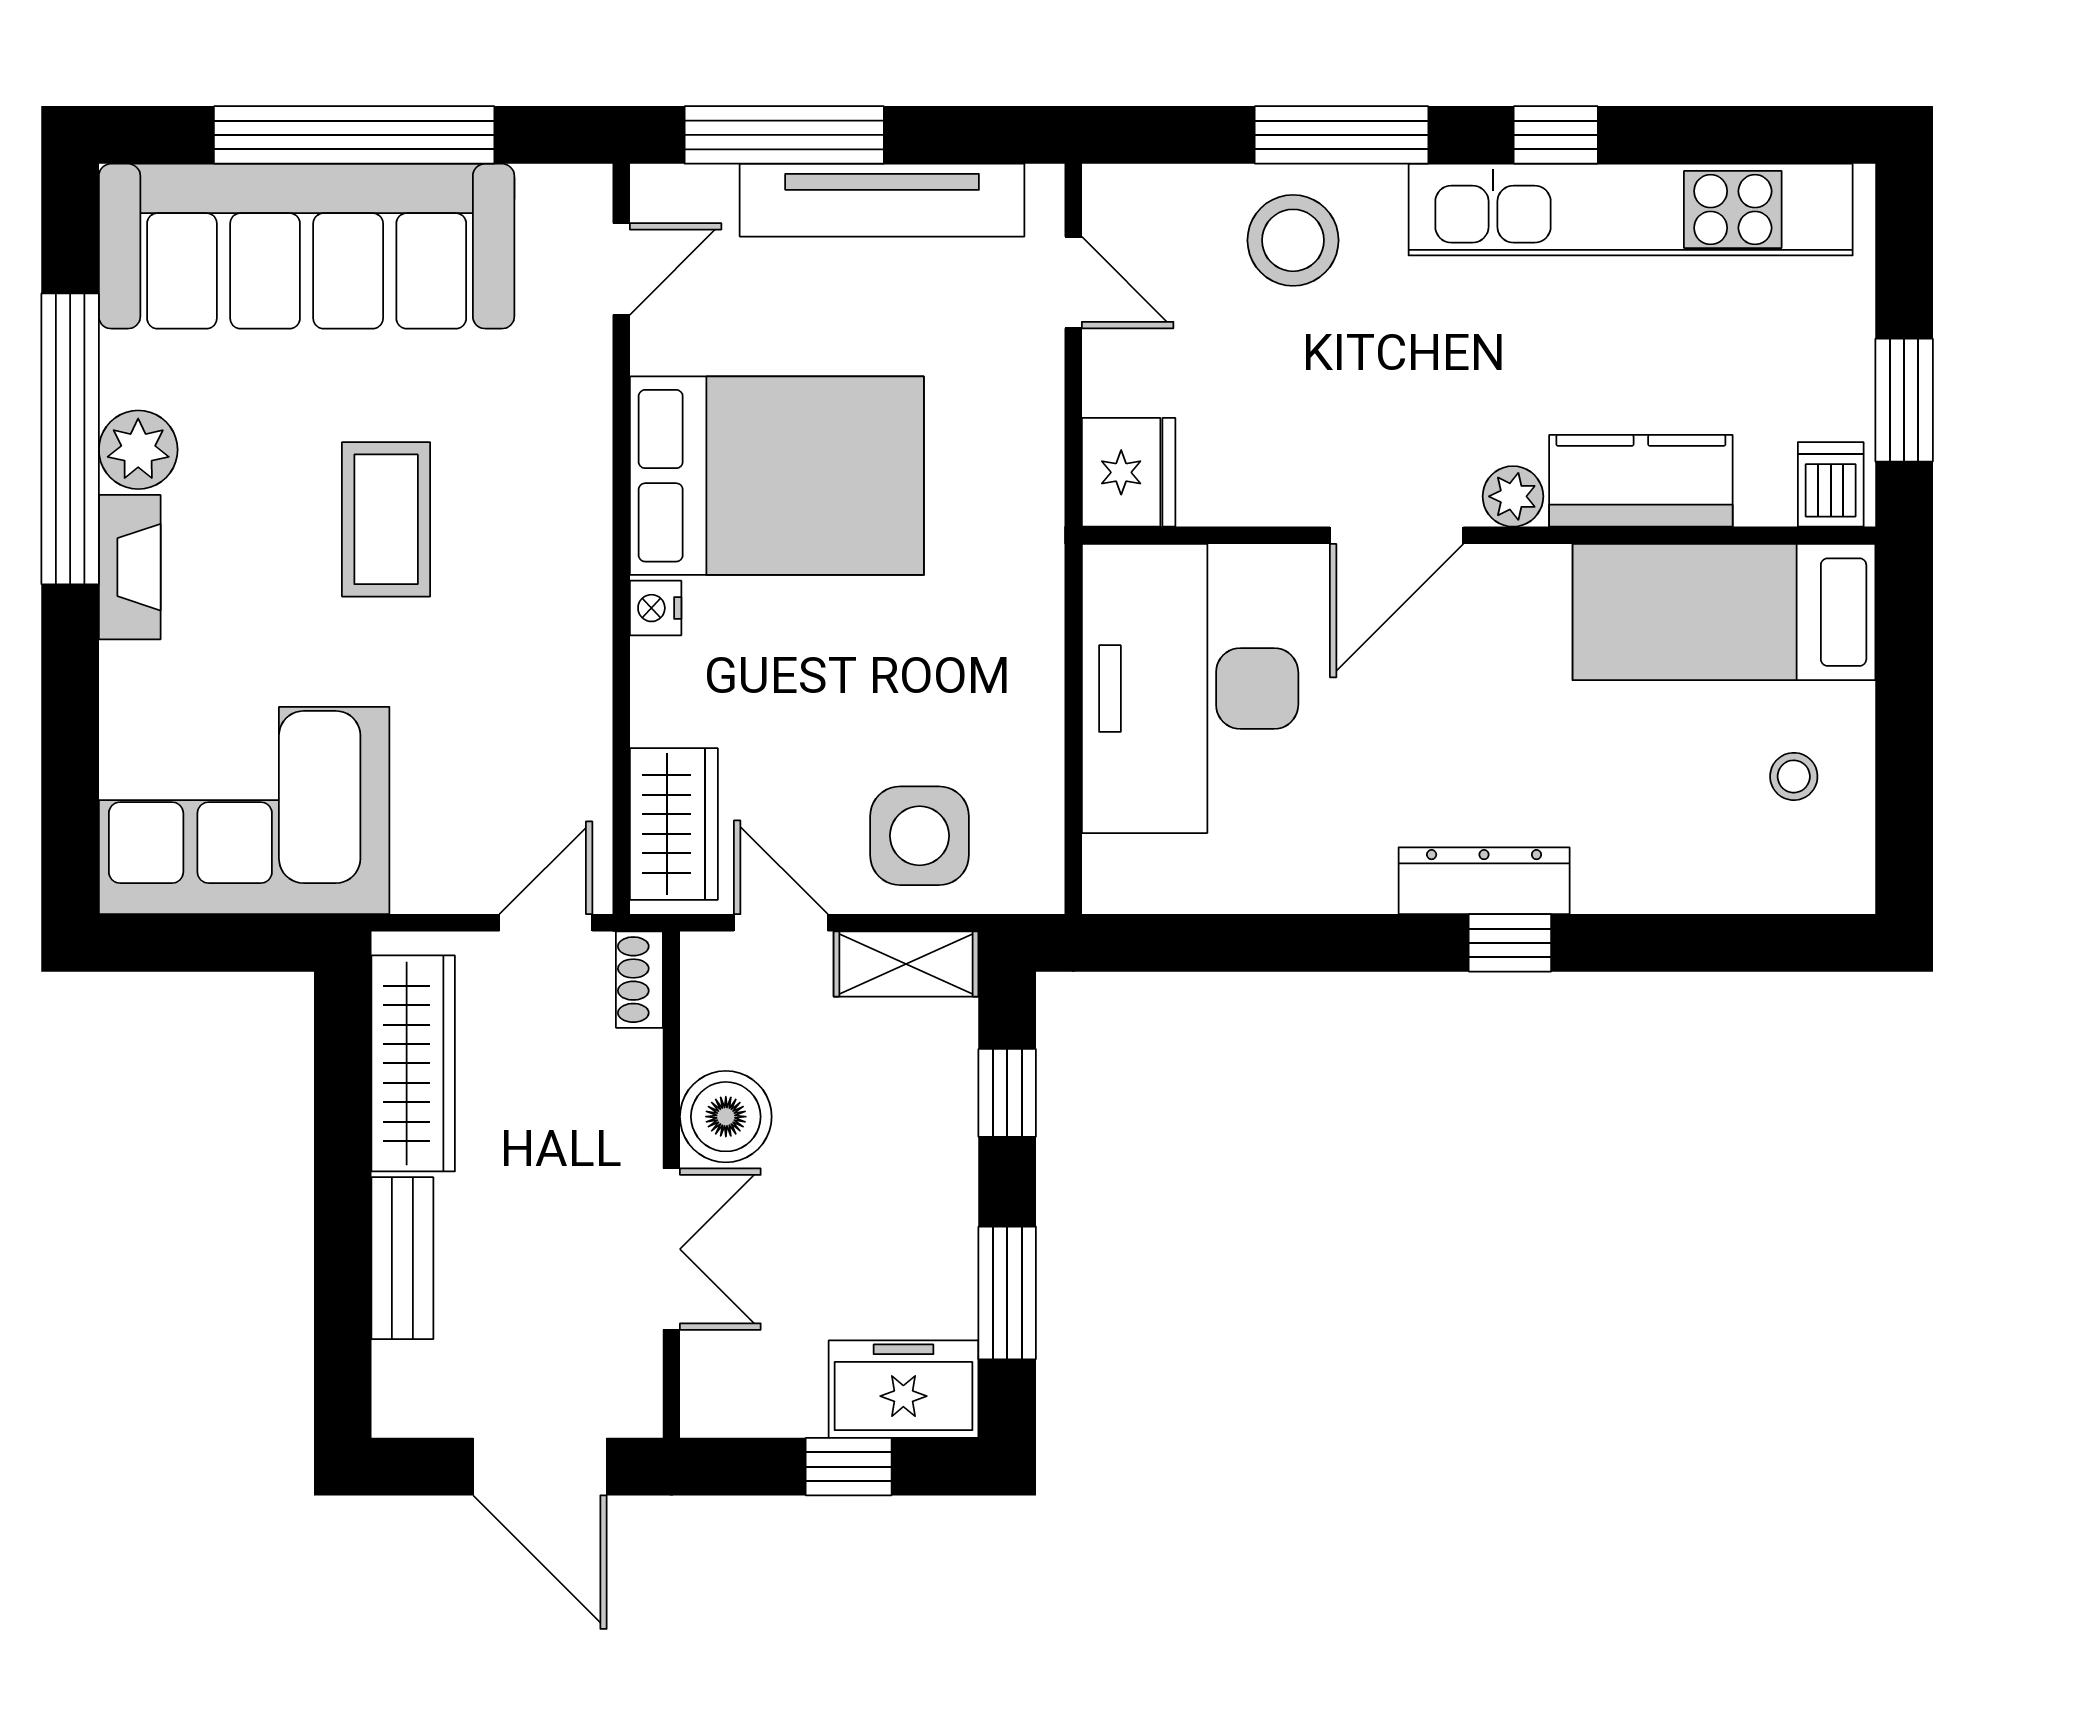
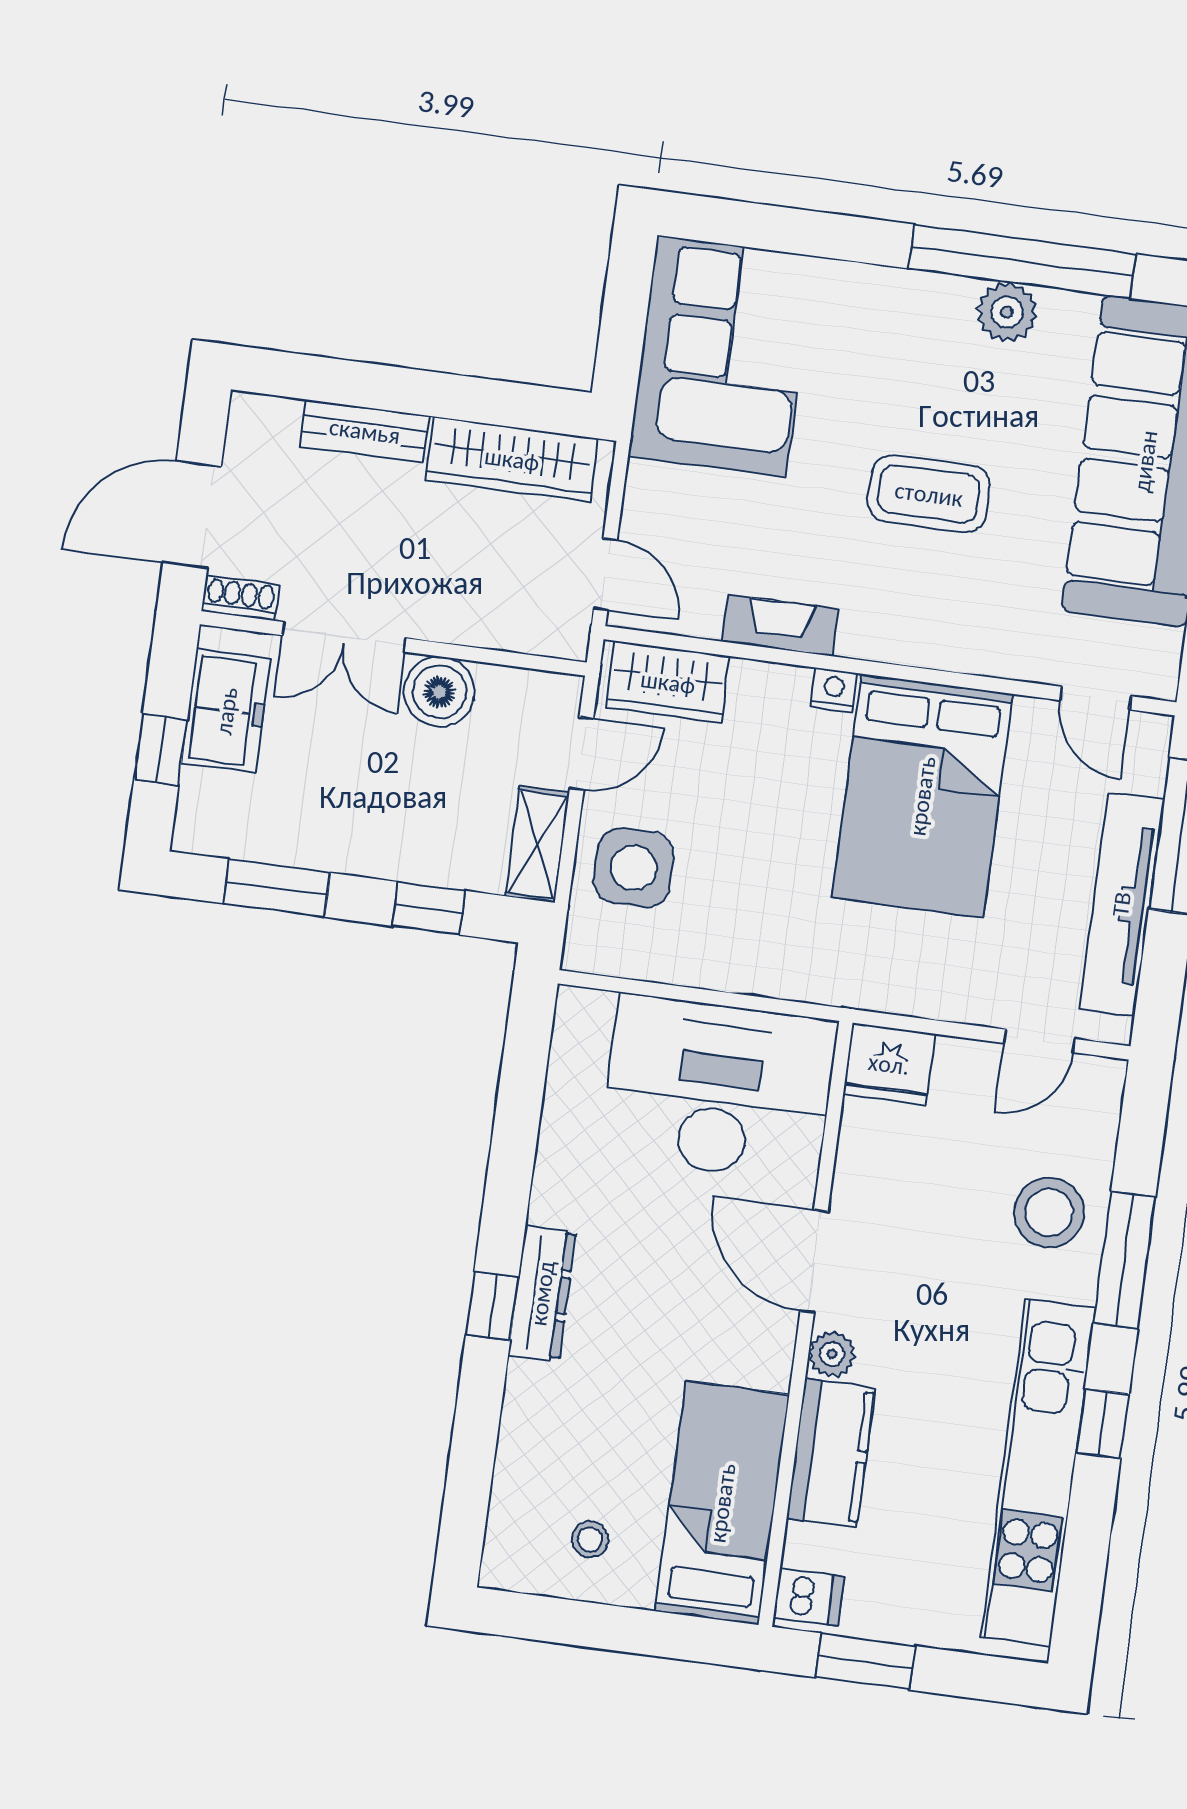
fireplace: (130, 567) -> (780, 625), moved, turned 180
shoe rack: (639, 980) -> (240, 598), moved
freezer: (903, 1389) -> (226, 711), moved

